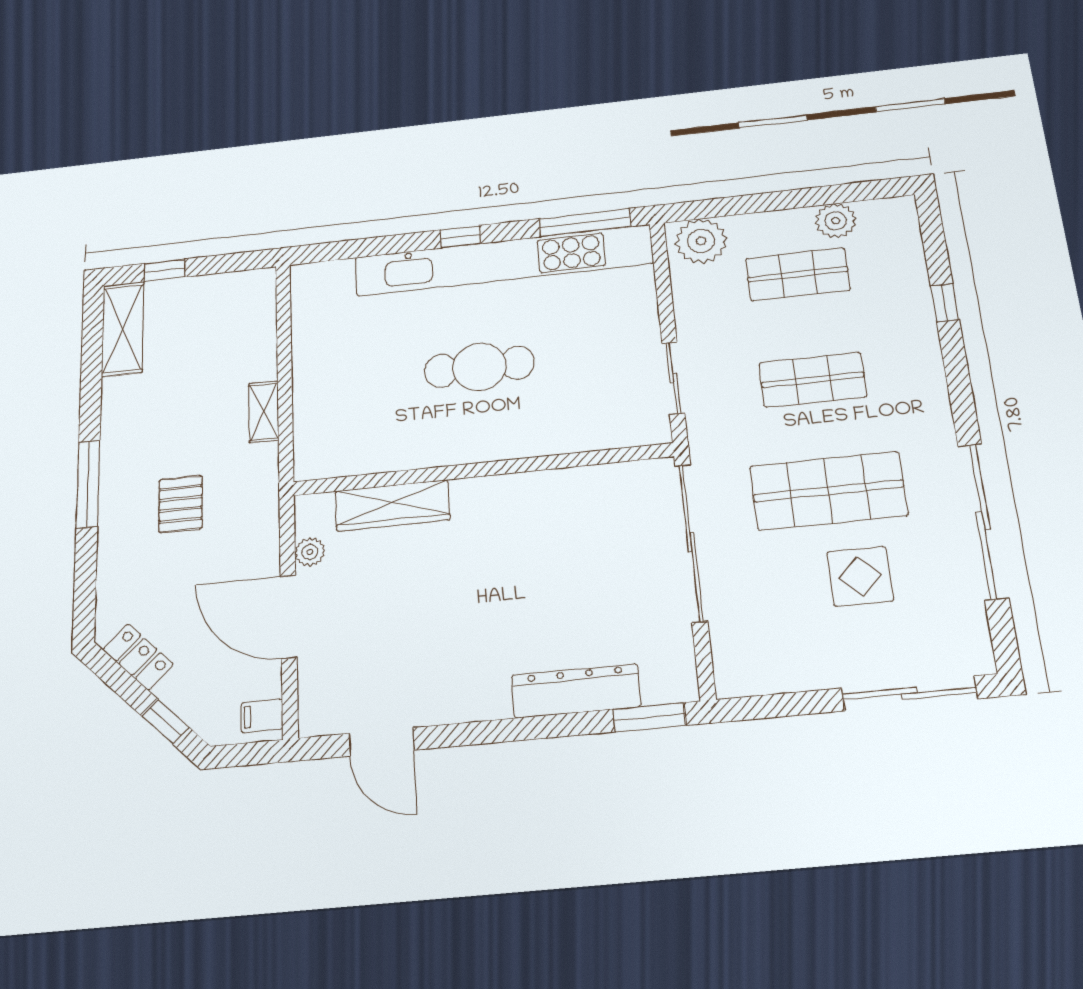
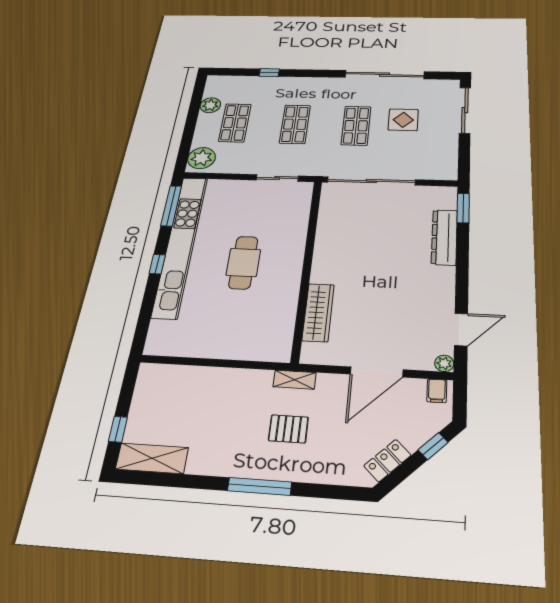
shelving: (264, 412) -> (295, 380), moved
shop shelf: (828, 491) -> (356, 126), width x0.70, depth x0.74
plant: (310, 552) -> (444, 363), moved

